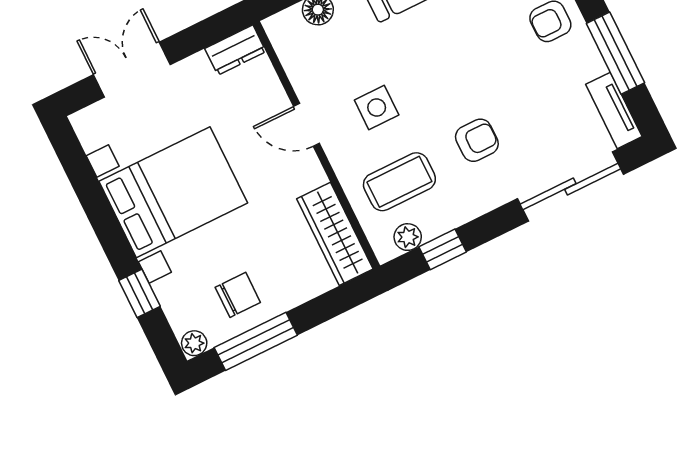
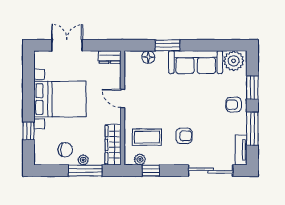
side table: (377, 107) -> (152, 105), removed
window: (256, 341) -> (85, 171), moved
plant: (194, 343) -> (83, 160), moved

